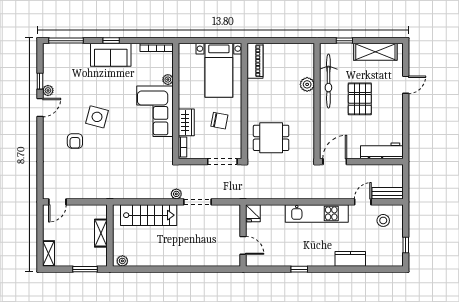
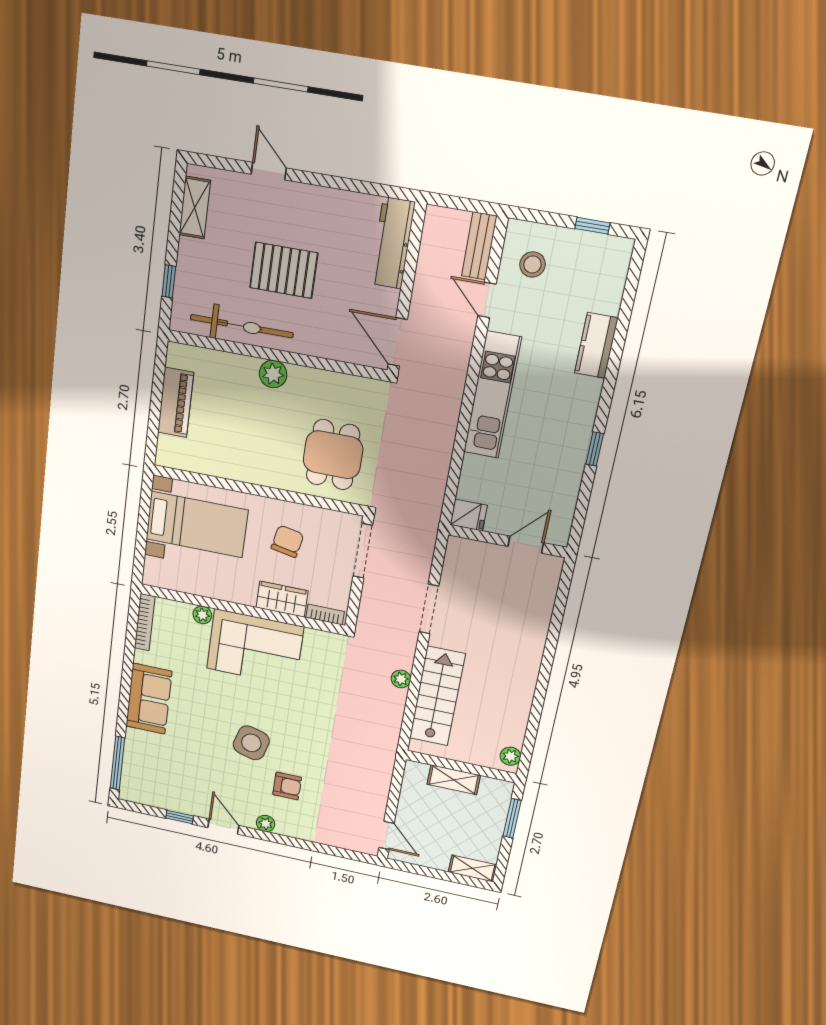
window: (111, 41) -> (125, 693), removed
shelving: (375, 52) -> (195, 208), width x0.67, depth x0.75
piano: (255, 61) -> (176, 402), moved, turned 90
plant: (307, 84) -> (273, 374), moved
plant: (48, 90) -> (266, 824), moved
plant: (176, 194) -> (401, 679), moved

